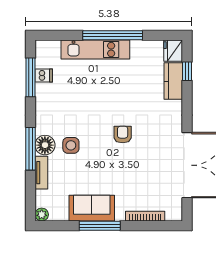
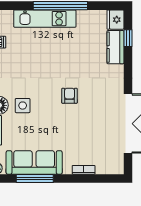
sofa: (92, 208) -> (34, 162), width x1.36
bookcase: (145, 216) -> (84, 170), width x0.64
window: (100, 226) -> (35, 179), moved

